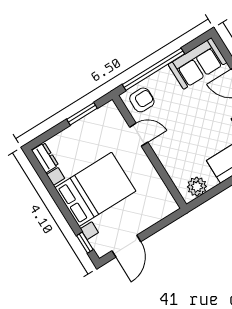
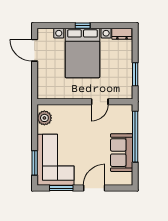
sofa: (198, 63) -> (122, 153), moved
armchair: (142, 100) -> (120, 117), removed
window: (85, 243) -> (83, 26), moved

